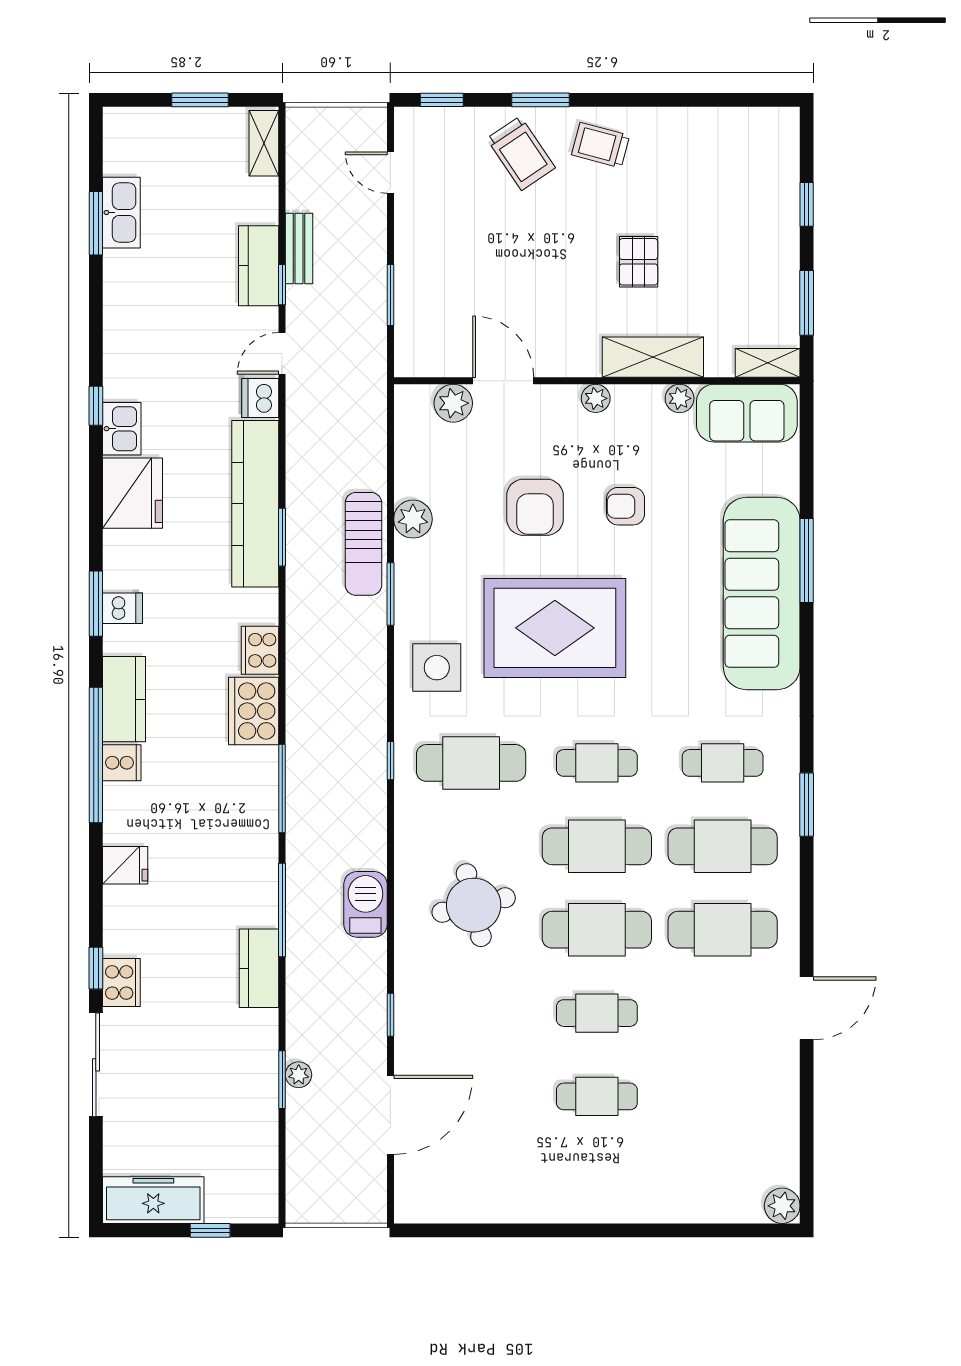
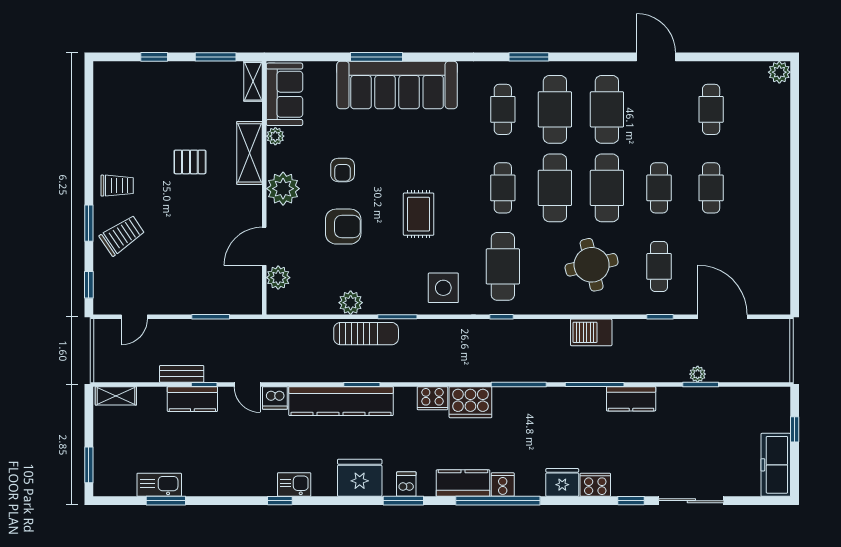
window: (200, 100) -> (89, 465), moved
trolley: (601, 145) -> (117, 186), turned -105
plant: (596, 398) -> (283, 189), width x1.88, depth x1.88
fridge: (133, 493) -> (360, 478), moved
rug: (555, 628) -> (419, 214), width x0.54, depth x0.49
fridge: (125, 865) -> (562, 482), width x1.38
cooker: (121, 982) -> (595, 485), moved
cafe table: (471, 1013) -> (659, 266), added
cafe table: (723, 1096) -> (711, 109), added

